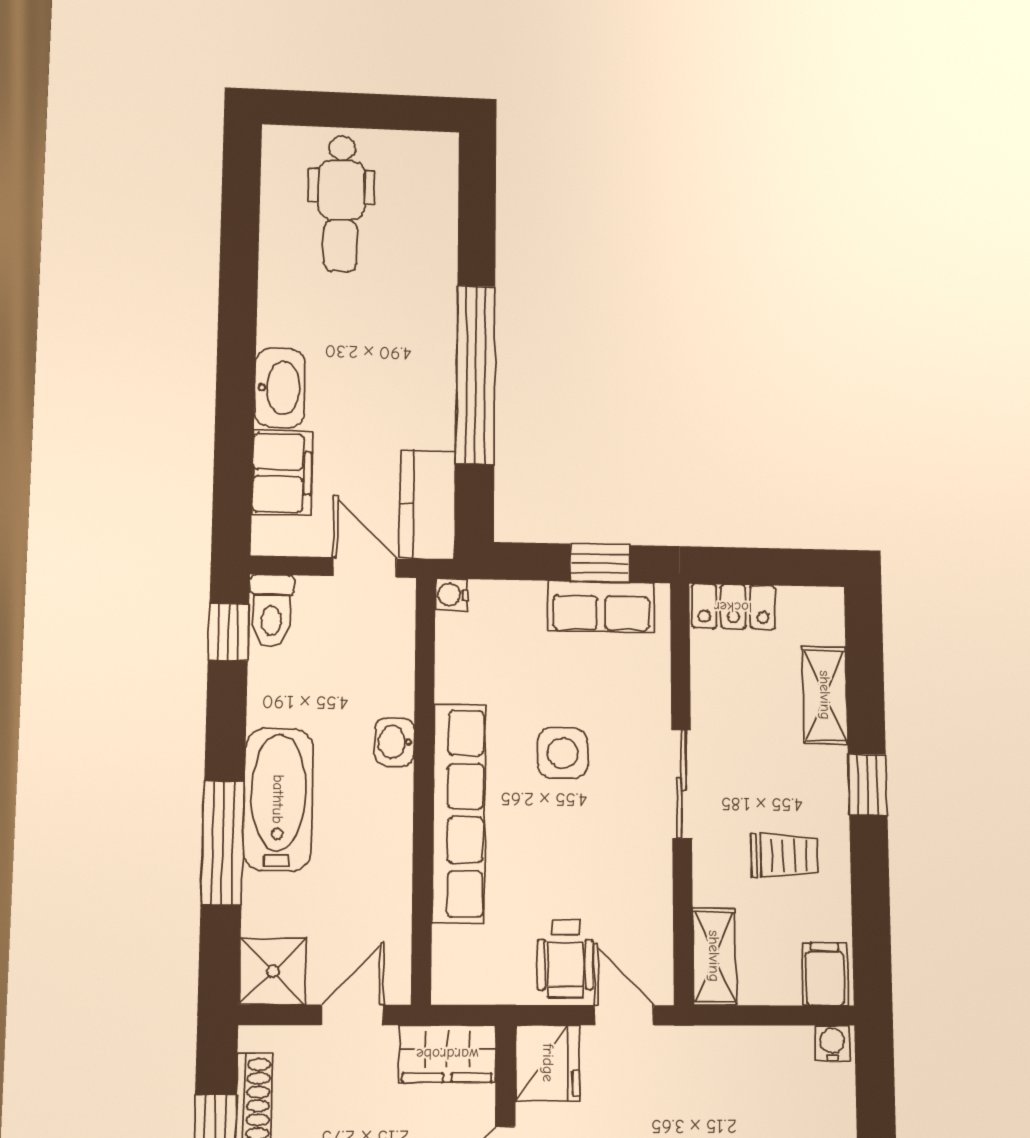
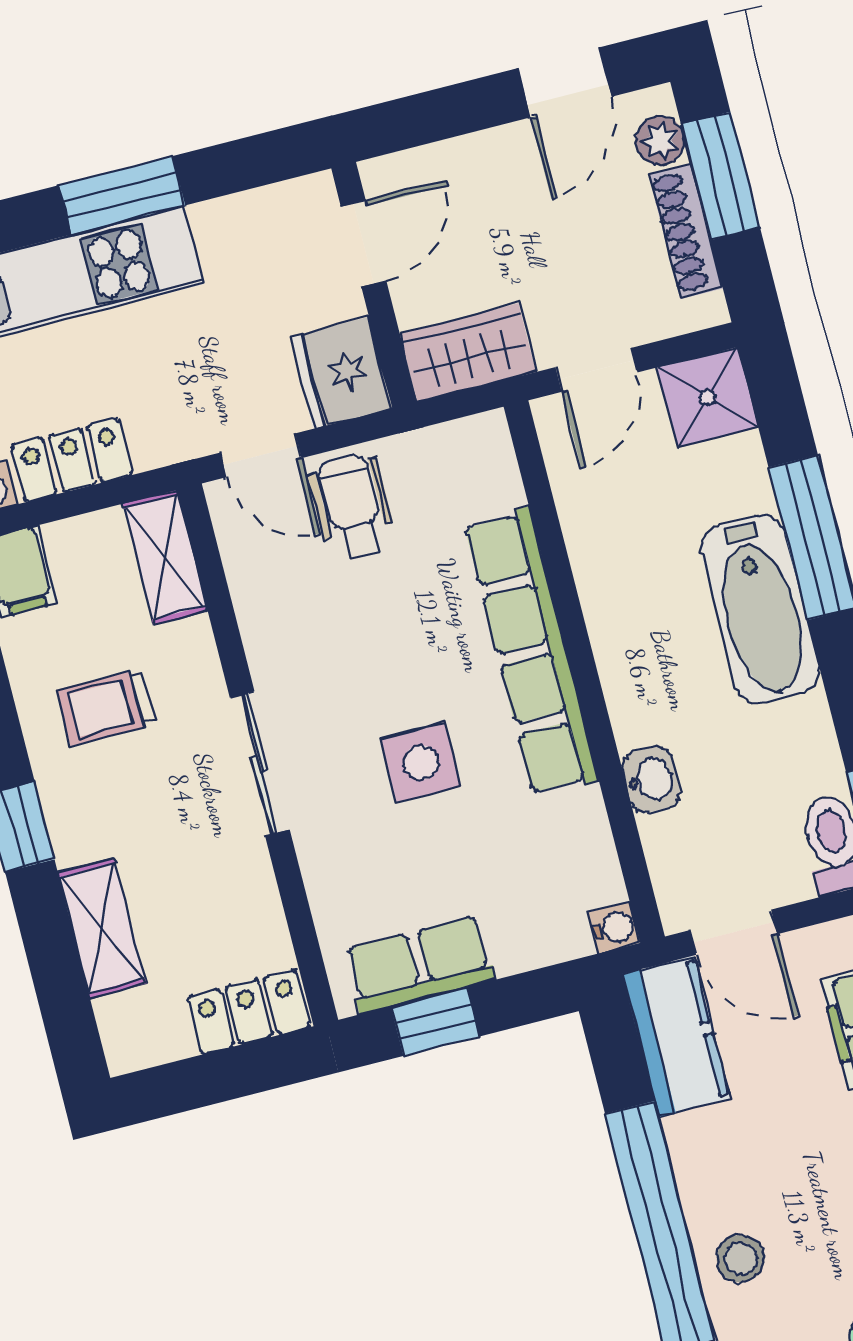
stool: (424, 337) -> (741, 1259), added
washbasin: (395, 742) -> (651, 780), moved
locker: (767, 1049) -> (72, 460), added

